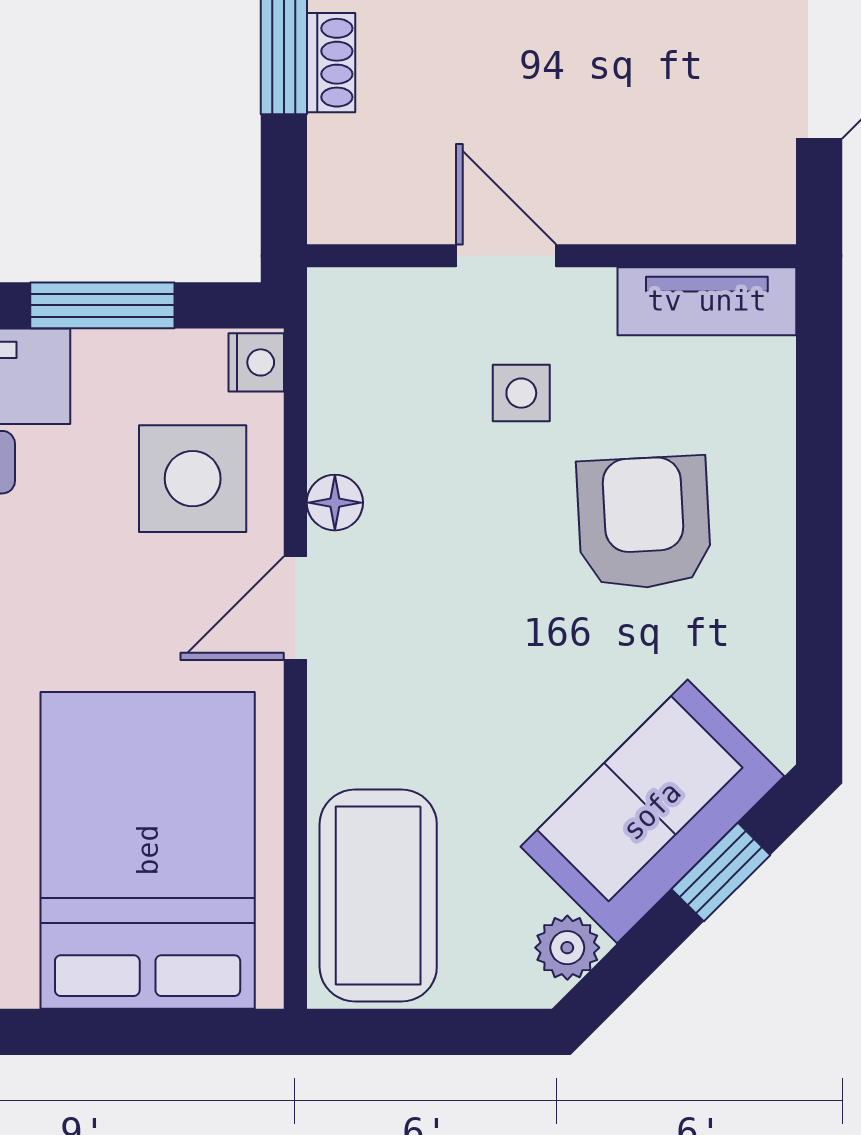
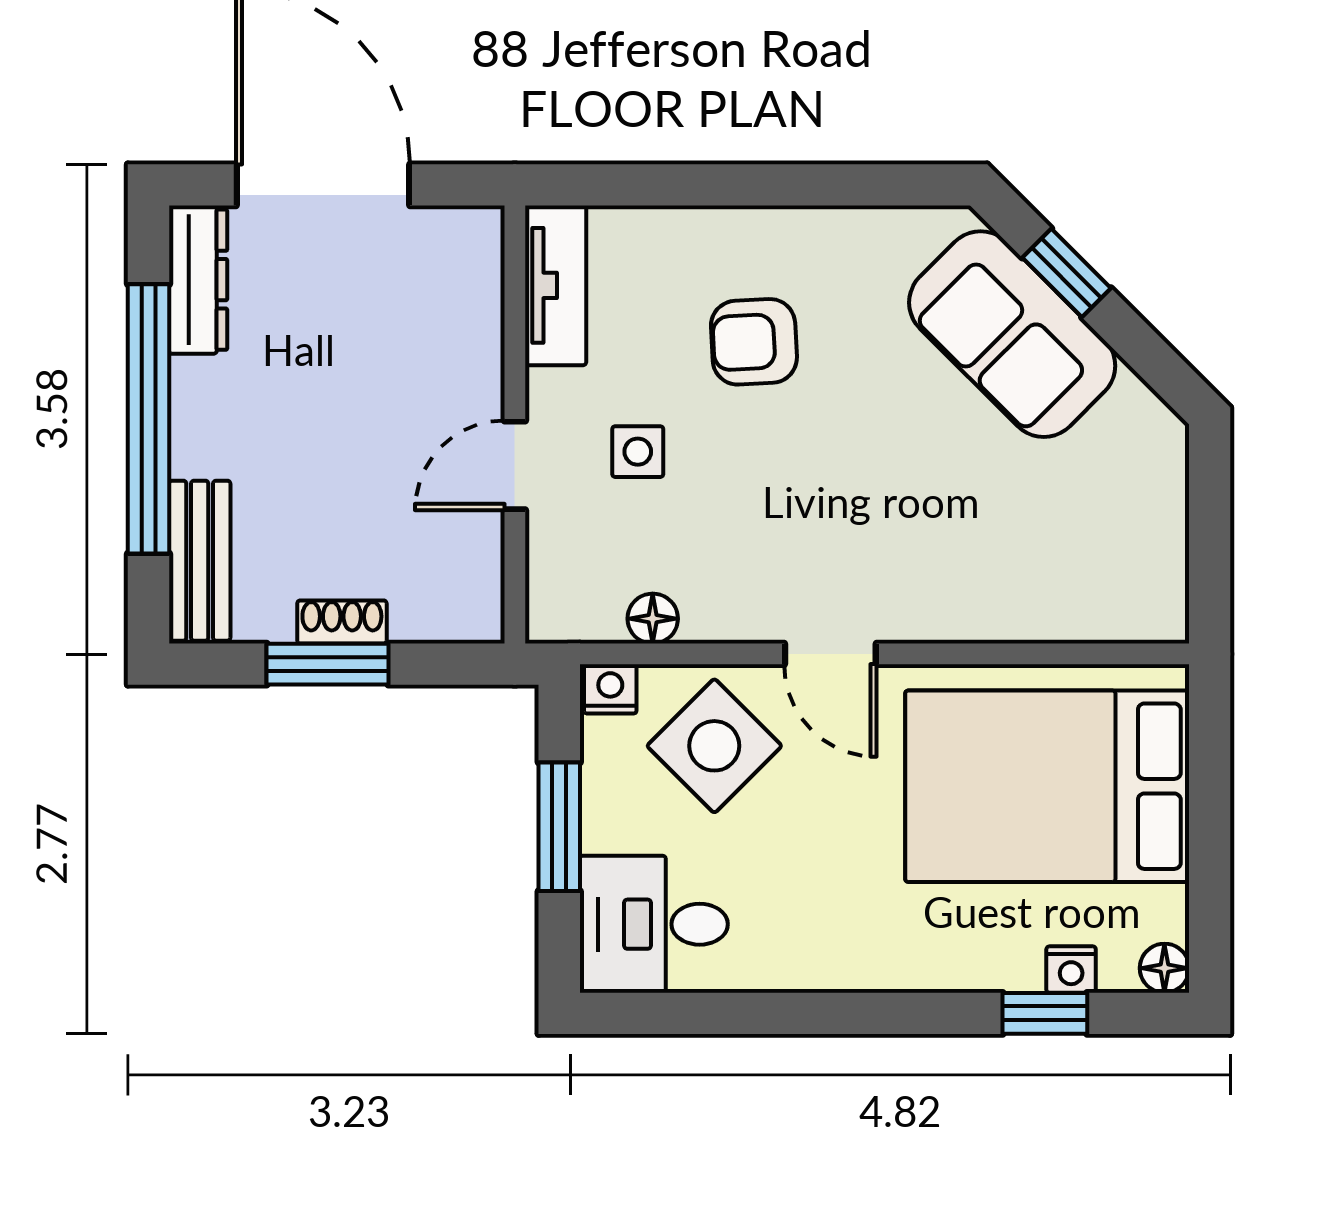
side table: (193, 479) -> (714, 746), turned 45
floor lamp: (335, 503) -> (653, 619), moved
armchair: (644, 523) -> (754, 342), width x0.72, depth x0.72
coffee table: (378, 896) -> (1088, 580), removed
plant: (567, 948) -> (1134, 410), removed

